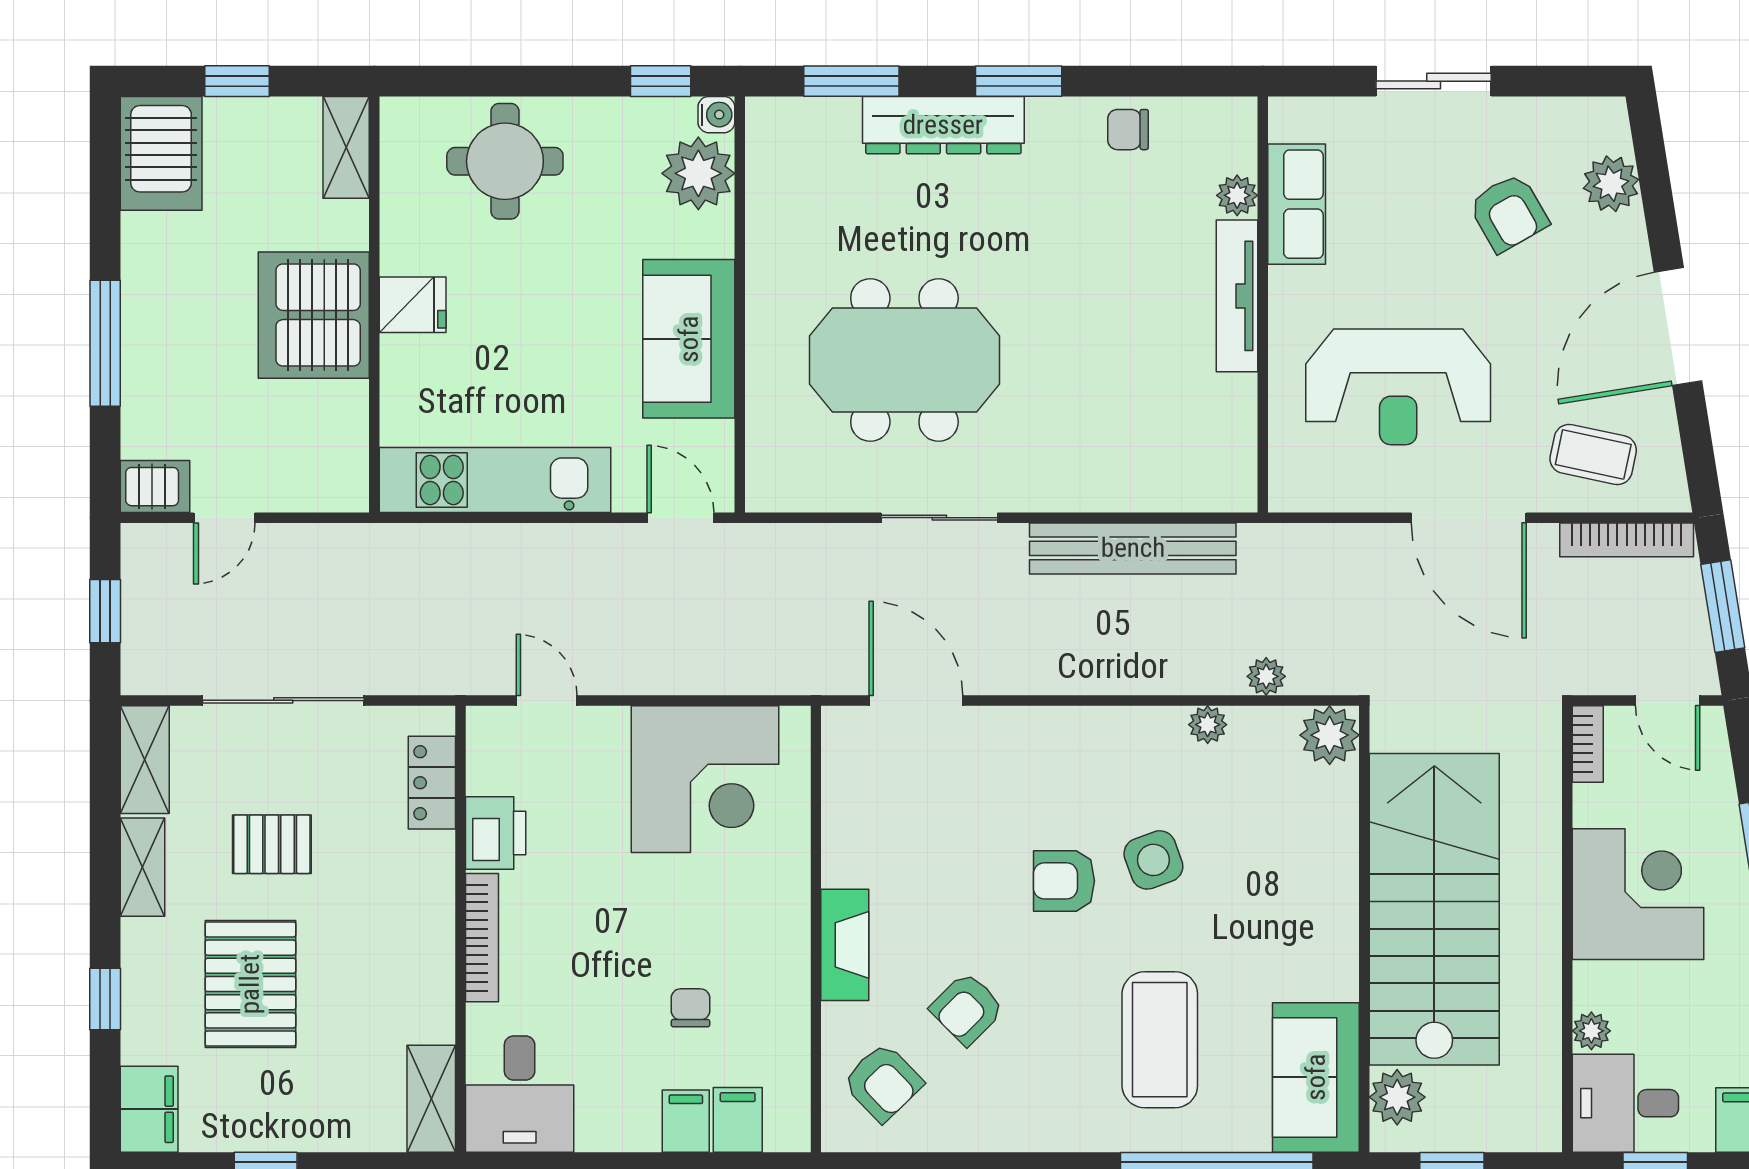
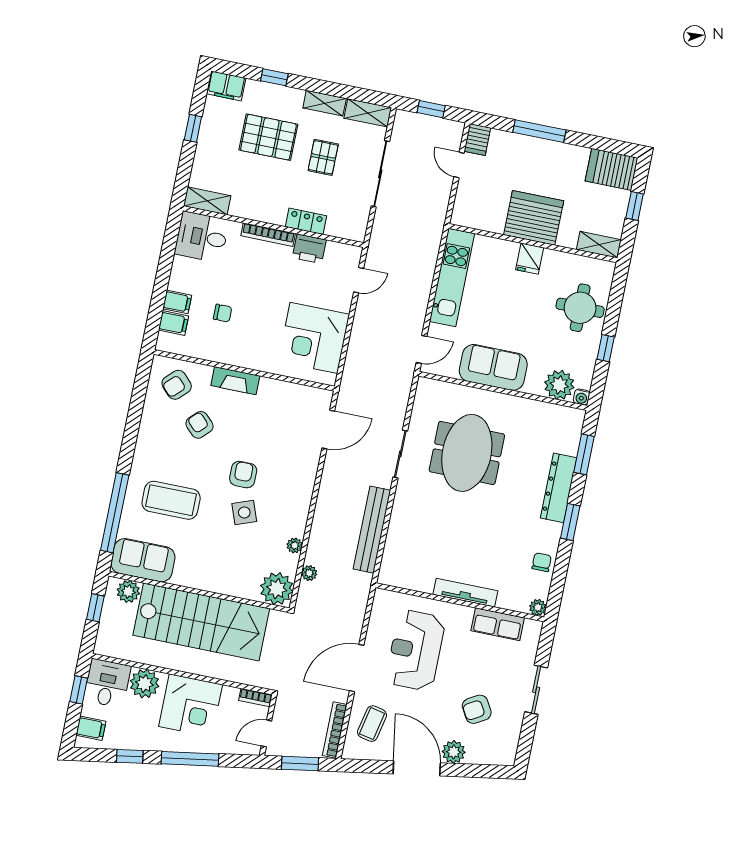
window: (661, 81) -> (606, 348), moved
plant: (1611, 184) -> (454, 752), moved
plant: (1237, 195) -> (538, 607), moved
plant: (1330, 735) -> (277, 589), width x1.36, depth x1.36
locker: (432, 783) -> (306, 221), moved
plant: (1591, 1031) -> (145, 684), width x1.87, depth x1.87

